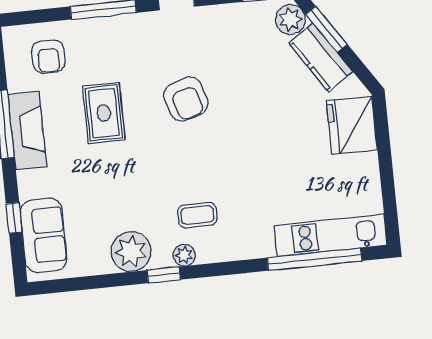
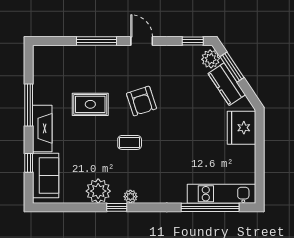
armchair: (48, 57) -> (60, 66), removed
rug: (104, 113) -> (90, 104), turned 90
fireplace: (27, 131) -> (42, 128), moved
coffee table: (197, 215) -> (130, 142), moved

